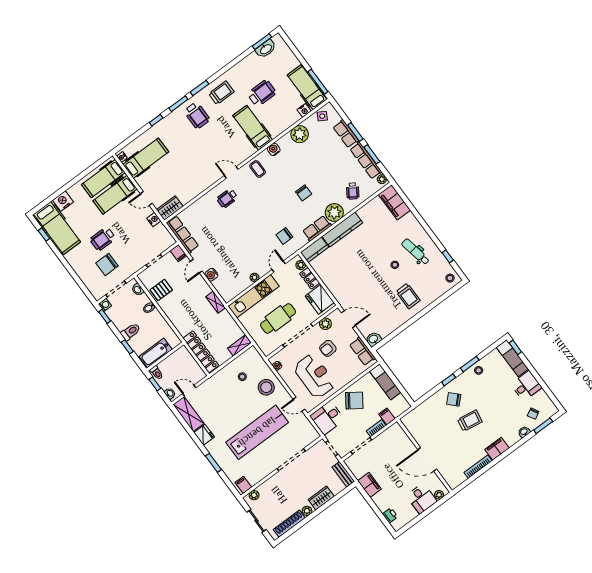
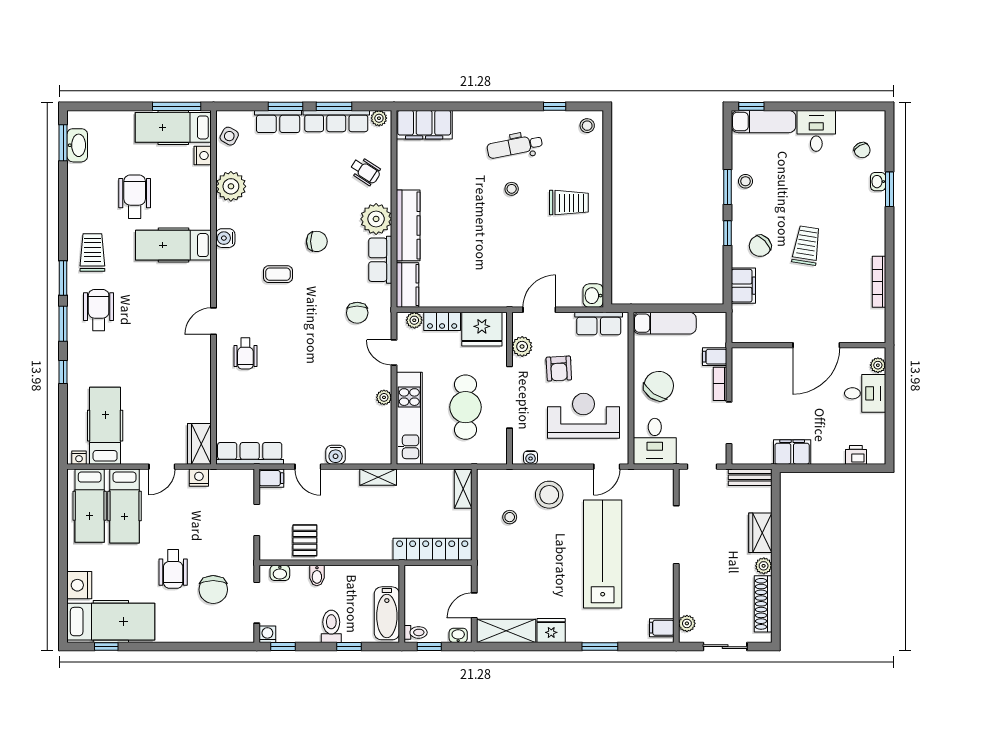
wheelchair: (197, 115) -> (99, 310), turned -90
coffee table: (258, 169) -> (278, 274), moved
window: (543, 426) -> (889, 189), moved
filing cabinet: (497, 449) -> (743, 286), moved, turned 180

